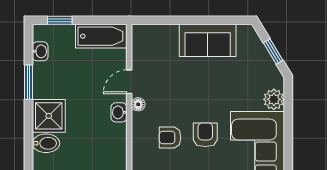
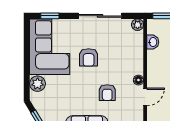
washbasin: (119, 112) -> (153, 42), moved
armchair: (170, 137) -> (107, 93), moved, turned 90

